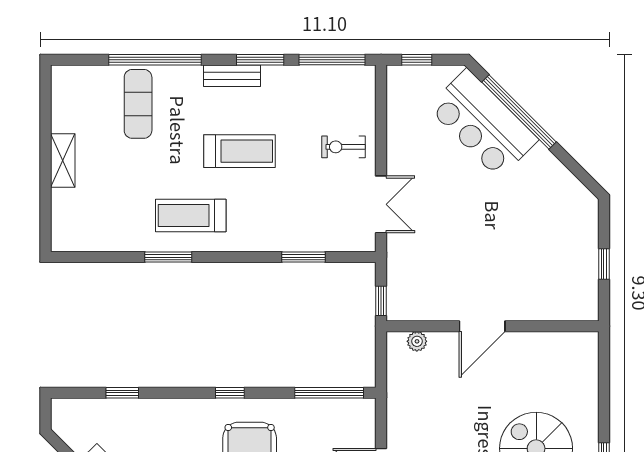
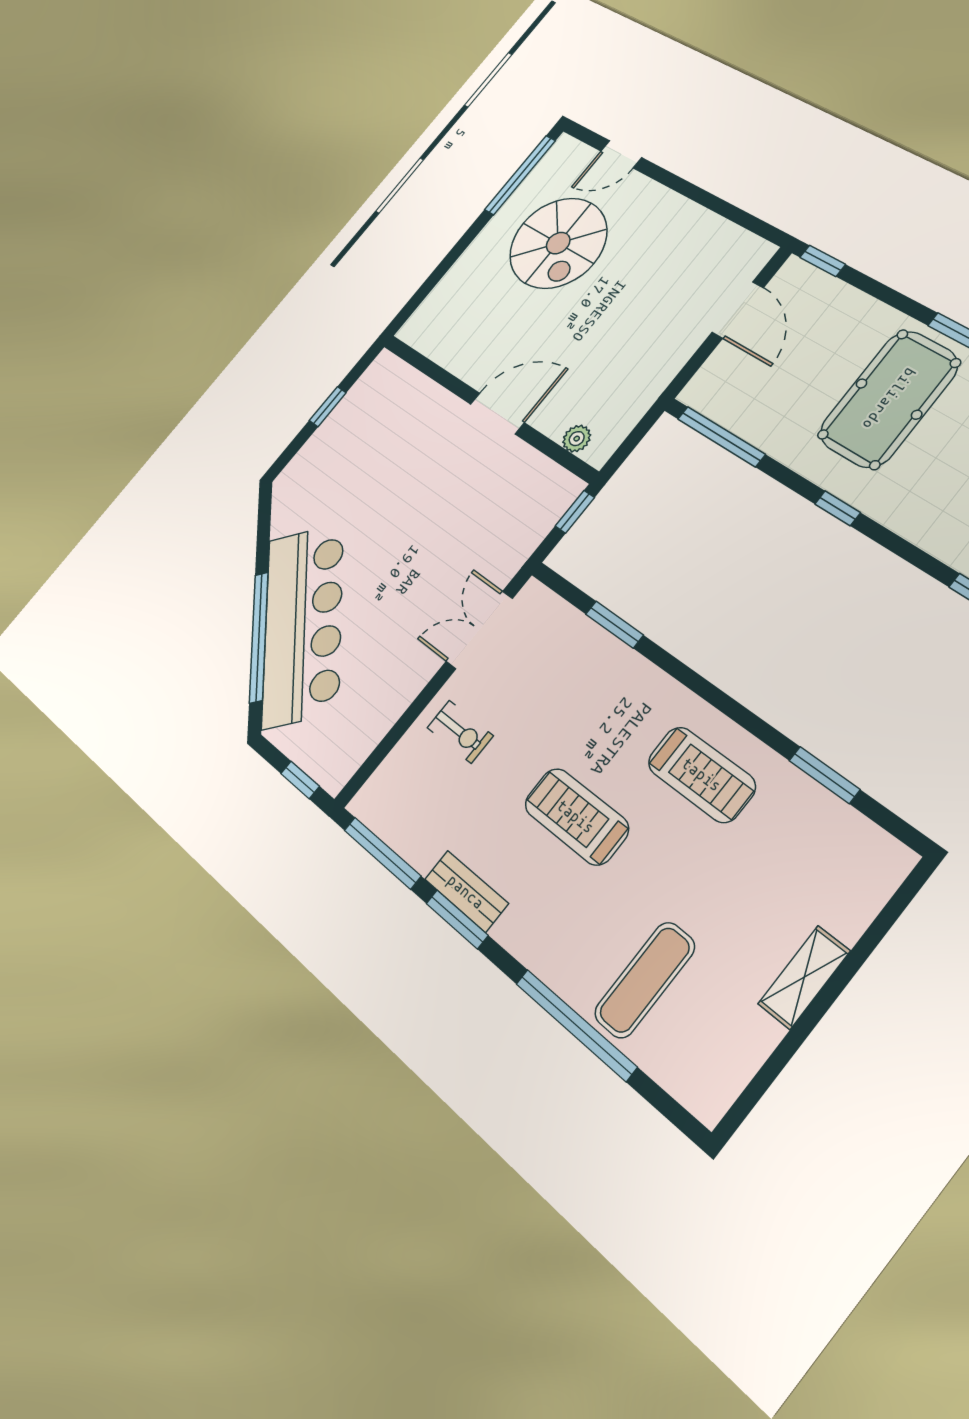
bench: (232, 76) -> (466, 891), moved
bar counter: (483, 124) -> (303, 625), width x1.36
window: (168, 257) -> (824, 775), moved

